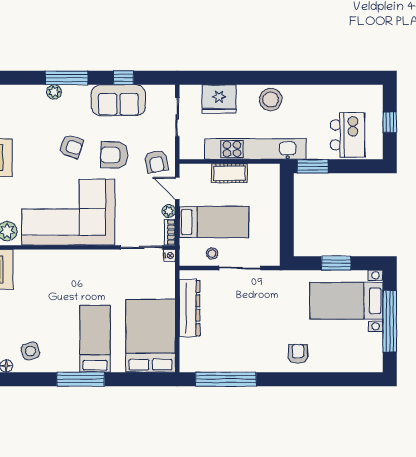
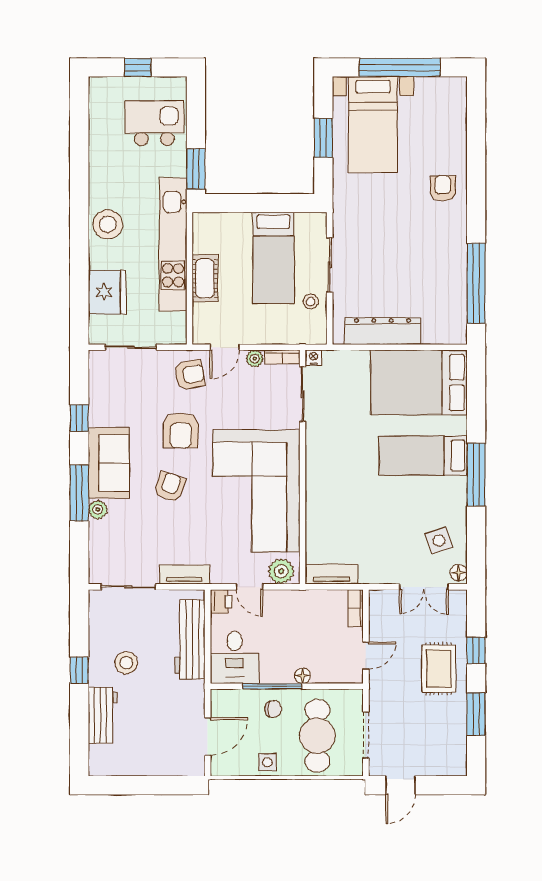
sofa: (118, 100) -> (109, 463), moved
bed: (214, 222) -> (273, 258), moved, turned 180
armchair: (298, 354) -> (443, 188), turned 90

